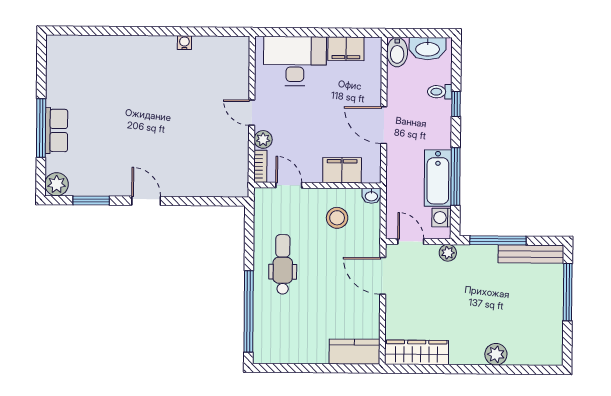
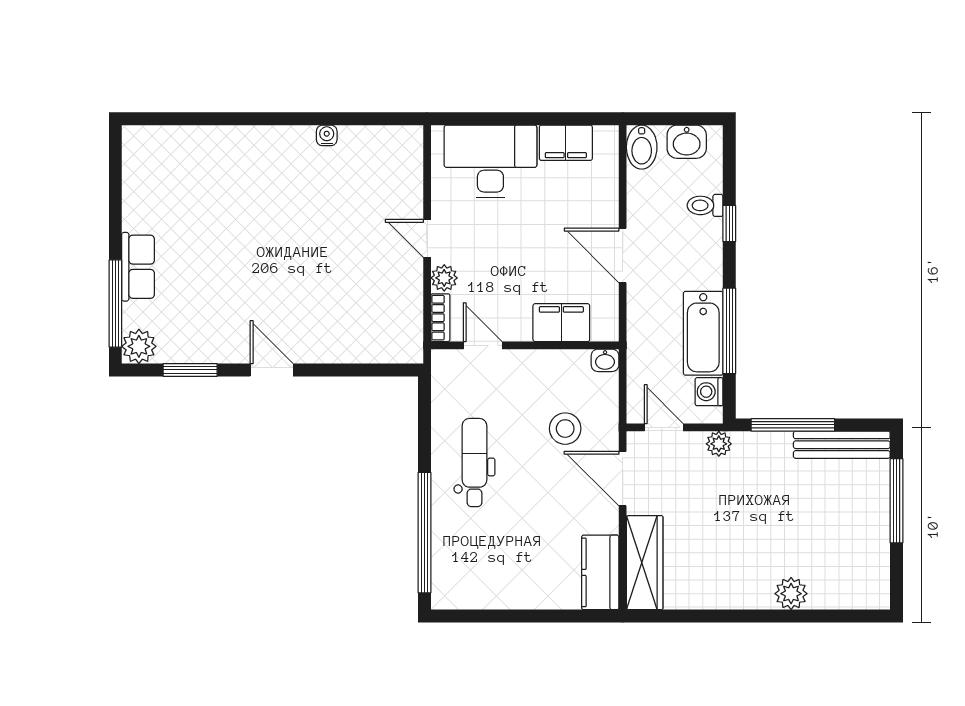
washbasin: (428, 49) -> (687, 142), width x0.72
window: (41, 128) -> (115, 304), moved
stool: (337, 218) -> (565, 429), moved
kitchen counter: (354, 352) -> (600, 572), moved, turned -90
wardrobe: (417, 352) -> (645, 563), moved, turned 90

